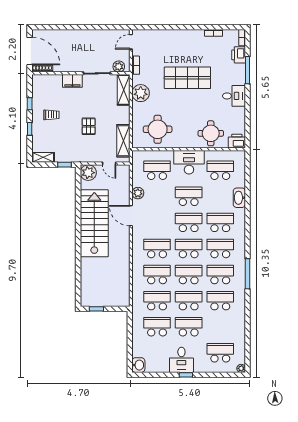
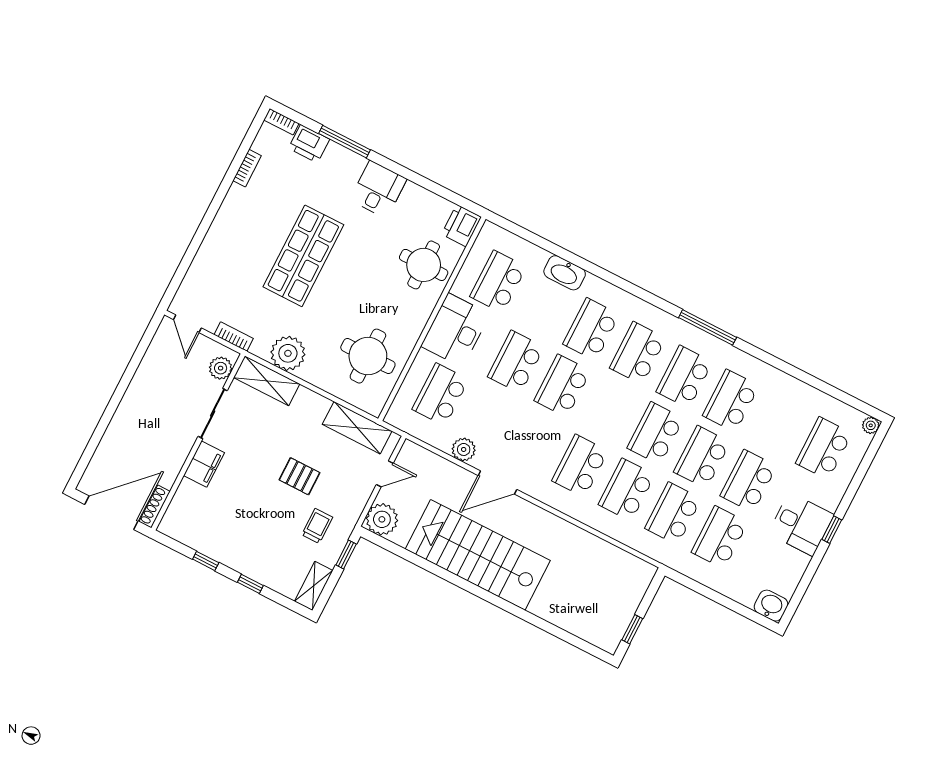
trolley: (51, 115) -> (317, 526), moved
school desk: (189, 248) -> (609, 409), removed

